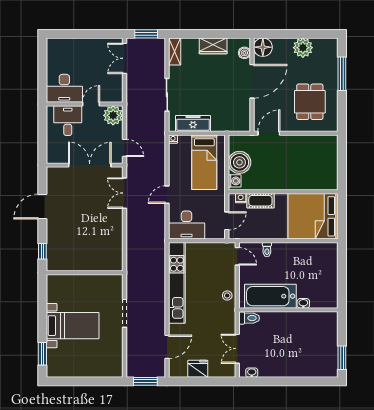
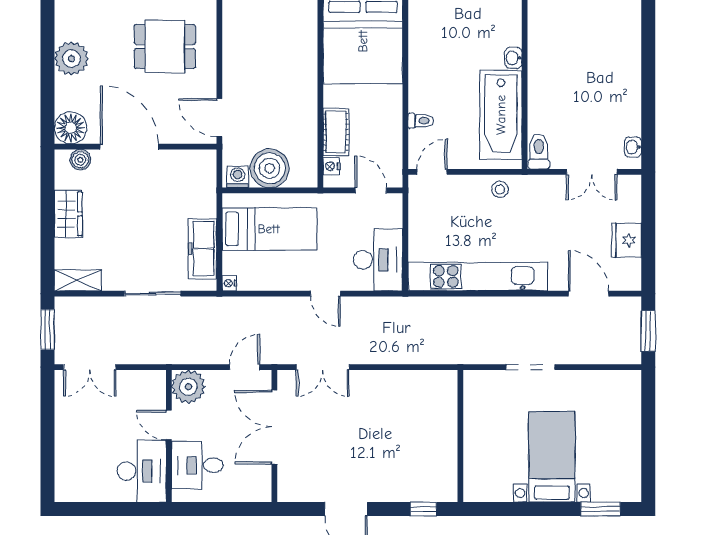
washing machine: (235, 181) -> (238, 177), moved

